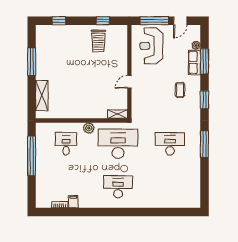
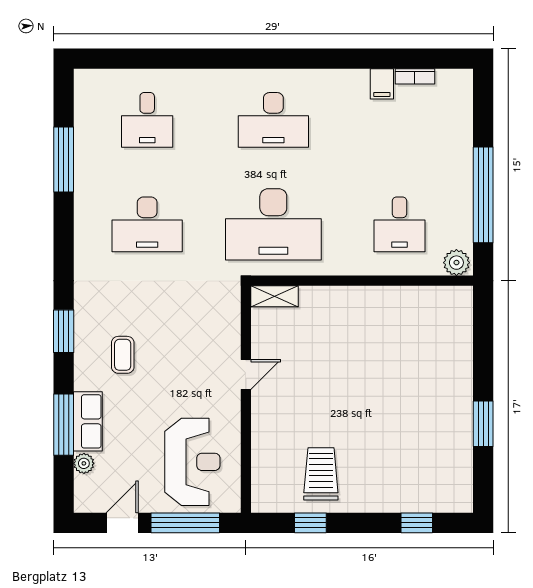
window: (32, 62) -> (483, 424), width x0.69
shelving: (42, 95) -> (458, 342), removed
plant: (89, 128) -> (456, 263), moved
window: (204, 144) -> (64, 159), moved
desk: (170, 187) -> (147, 120), added

